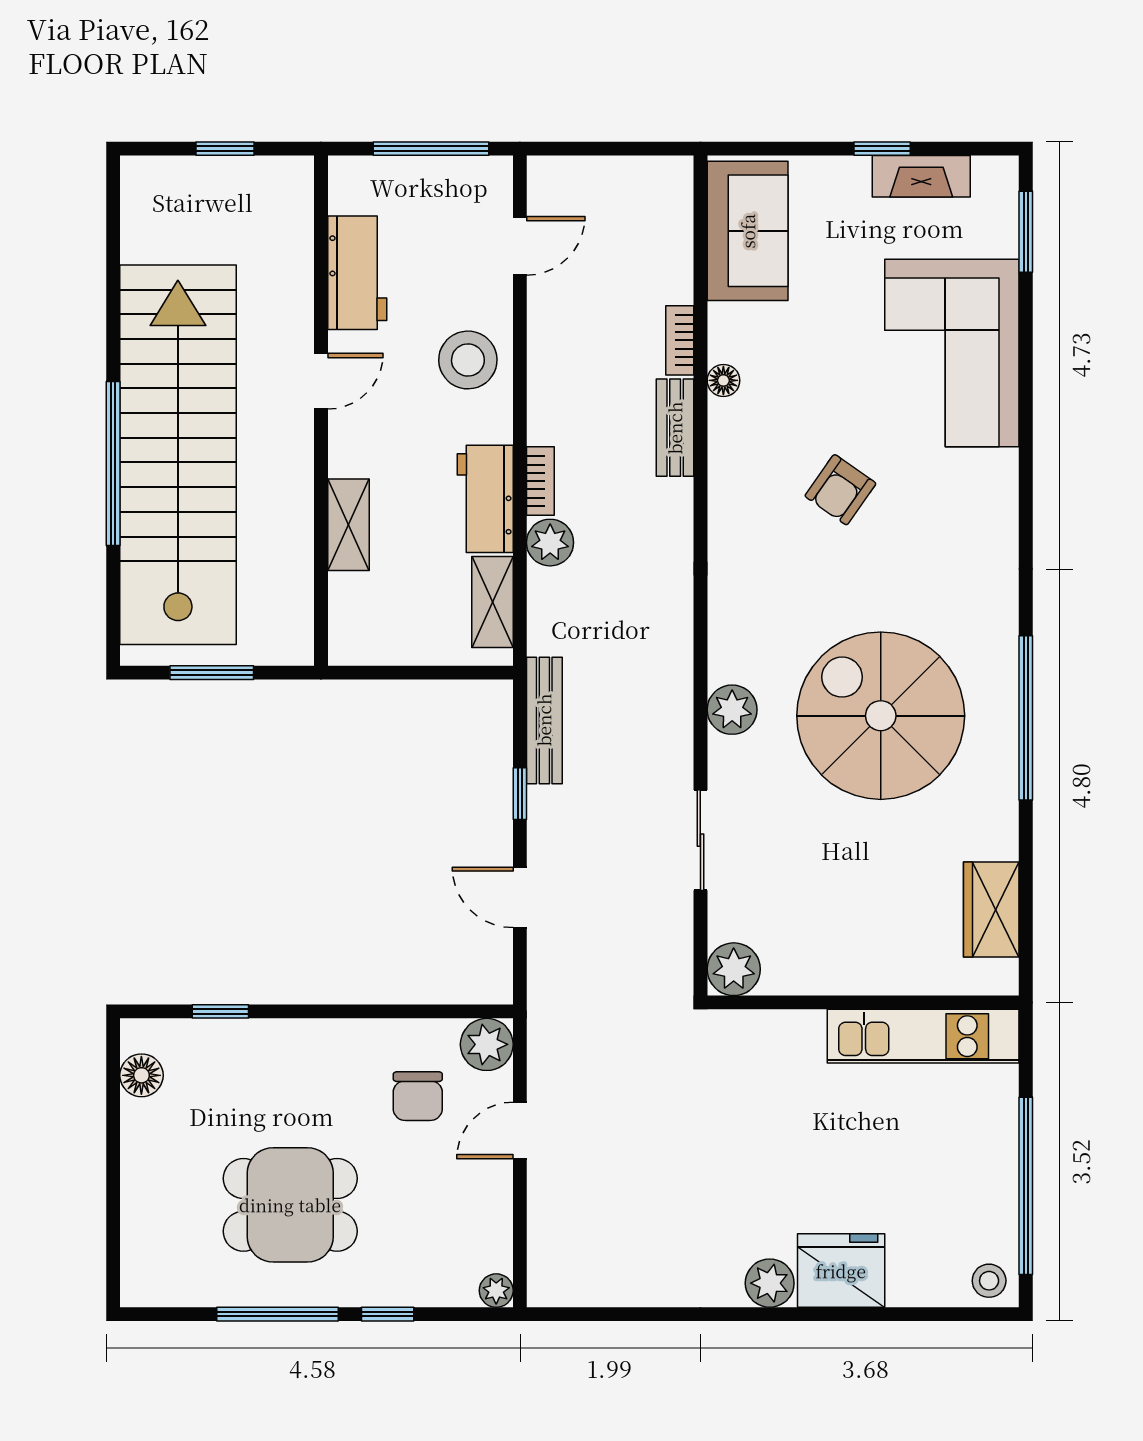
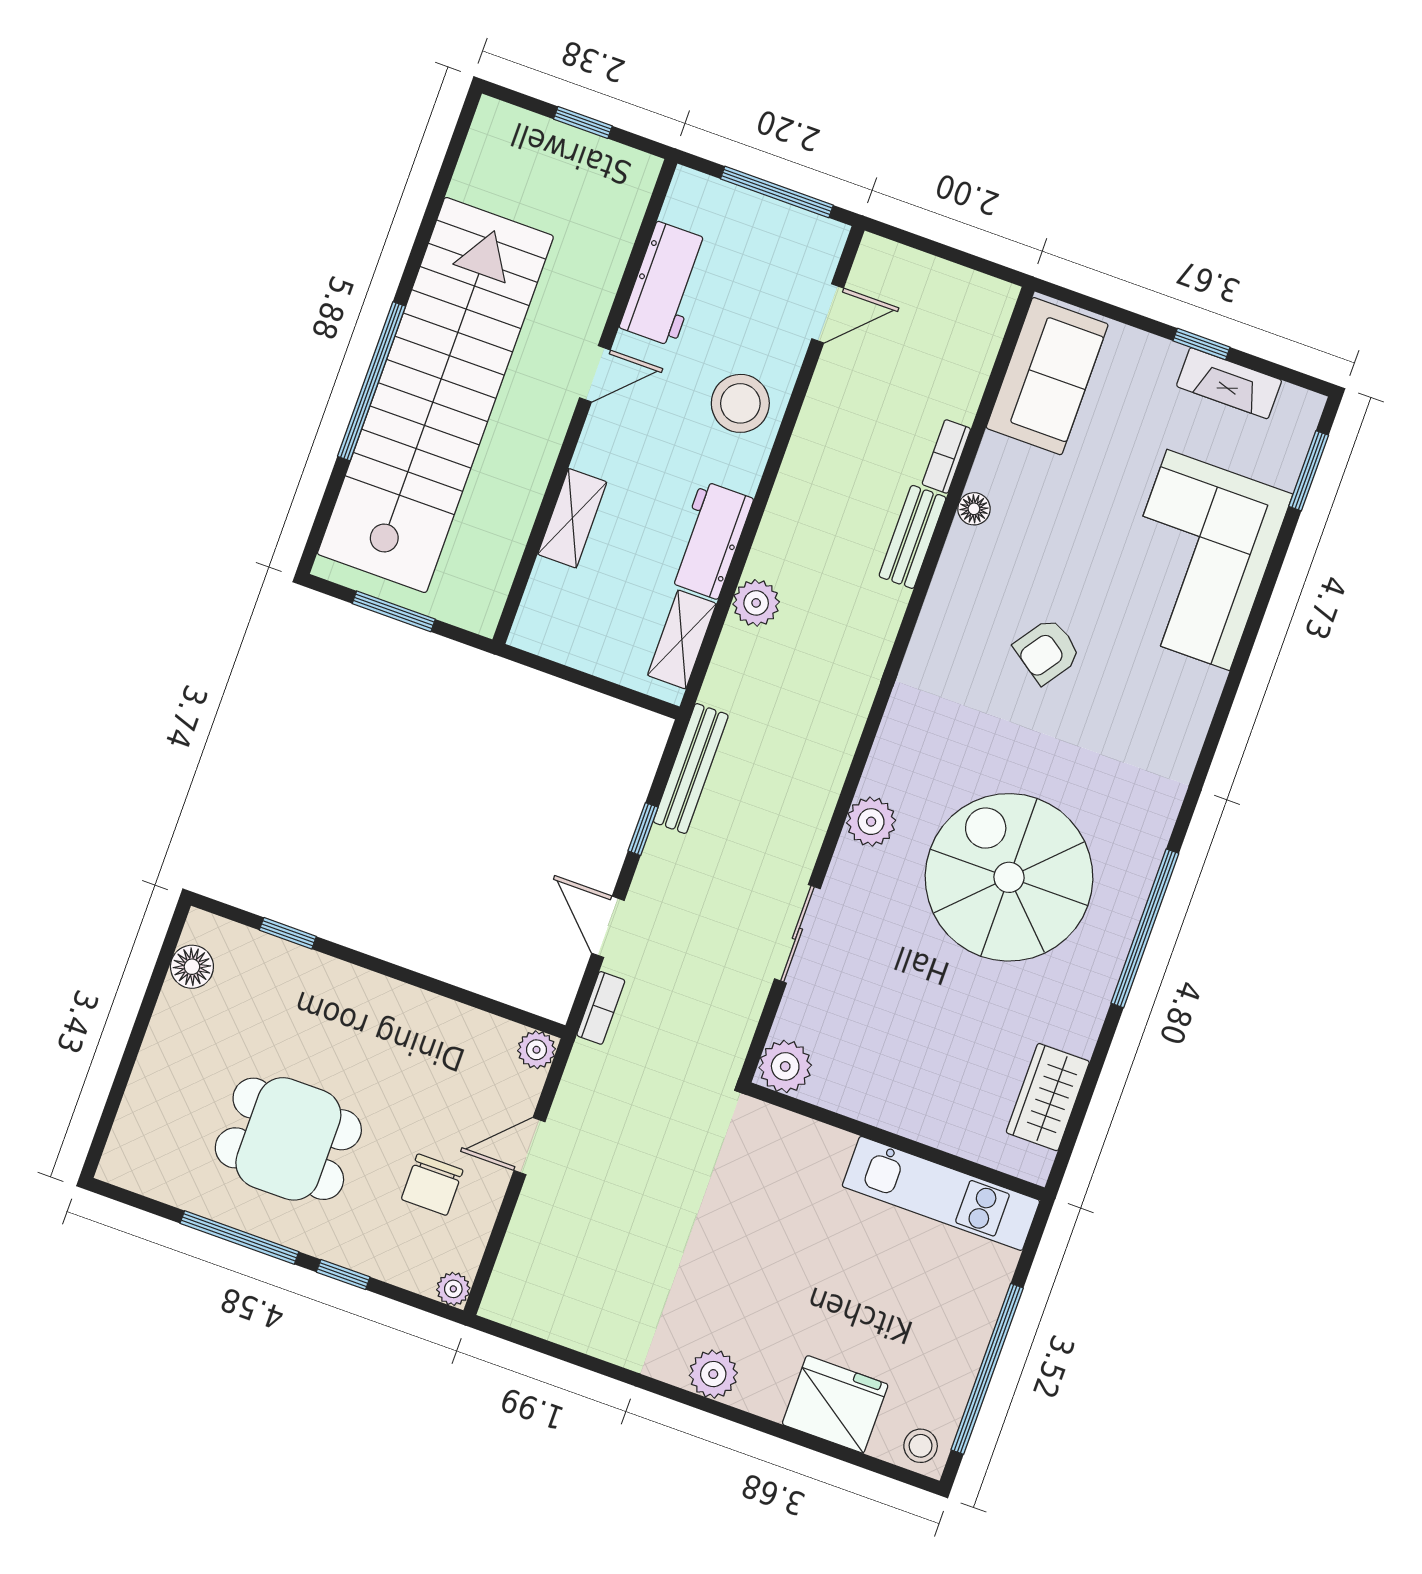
bookcase: (540, 481) -> (601, 1008), moved
plant: (487, 1044) -> (536, 1050), width x0.73, depth x0.73
chair: (418, 1096) -> (432, 1185), moved
fridge: (841, 1271) -> (835, 1404), moved

